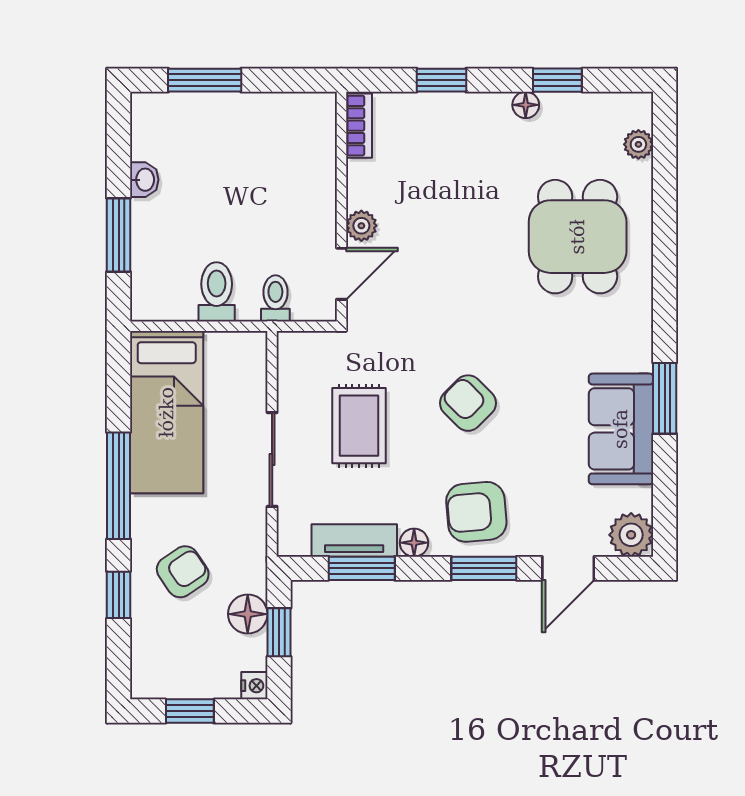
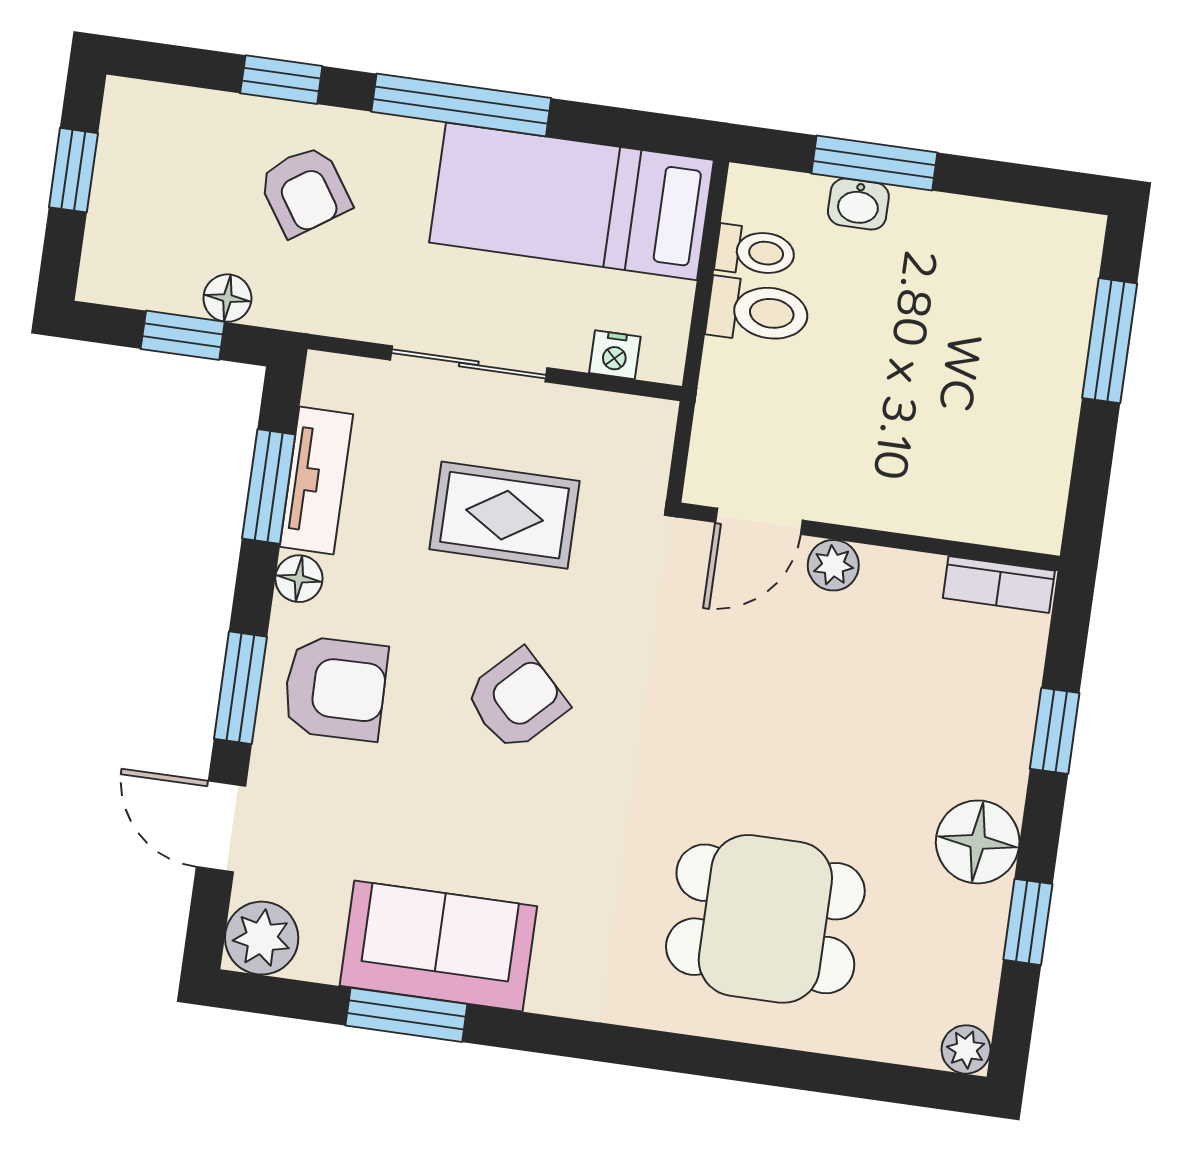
floor lamp: (526, 105) -> (978, 842), width x1.89, depth x1.89
plant: (638, 144) -> (966, 1049), moved
washbasin: (144, 180) -> (858, 204), moved
door: (341, 274) -> (759, 521), hinge flipped
toilet: (275, 298) -> (755, 252), moved
window: (665, 398) -> (406, 1015), moved
armchair: (476, 512) -> (335, 688), turned 94
floor lamp: (248, 614) -> (227, 298), width x0.73, depth x0.73
nightstand: (254, 686) -> (615, 355), moved

